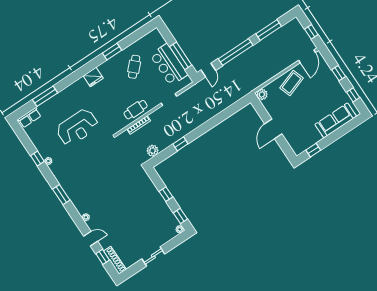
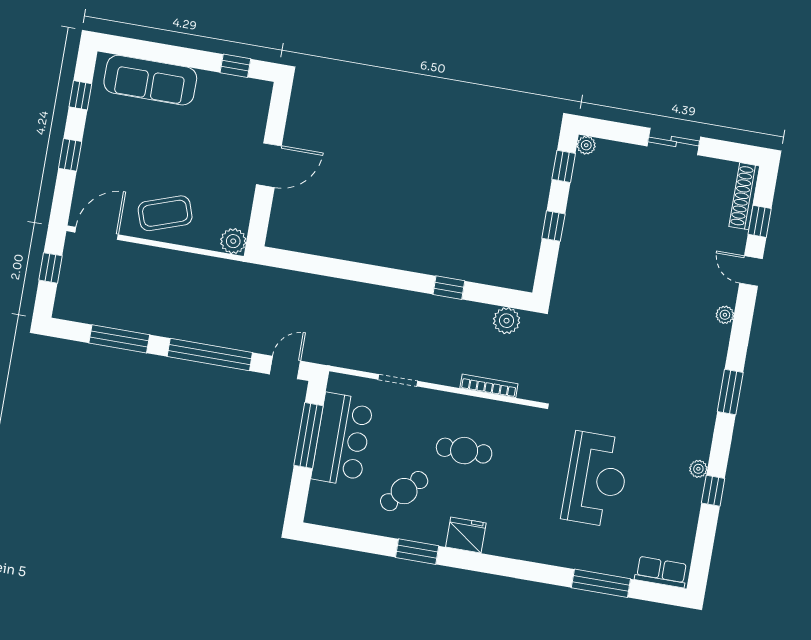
fridge: (93, 77) -> (466, 535), moved
cafe table: (136, 110) -> (464, 451), moved
reception desk: (77, 127) -> (596, 479), turned 90

